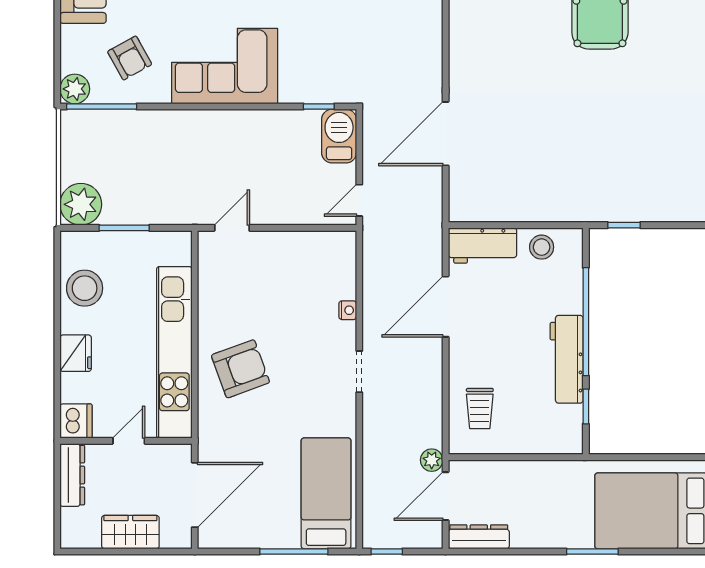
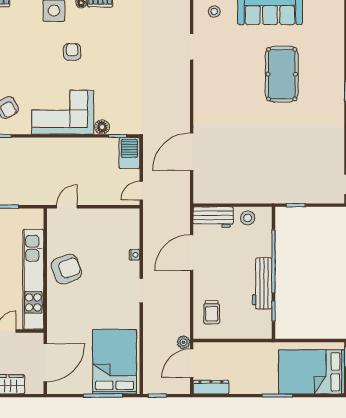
floor lamp: (292, 91) -> (102, 127), added
armchair: (240, 369) -> (66, 269), moved
bed: (326, 493) -> (115, 362), width x1.50

